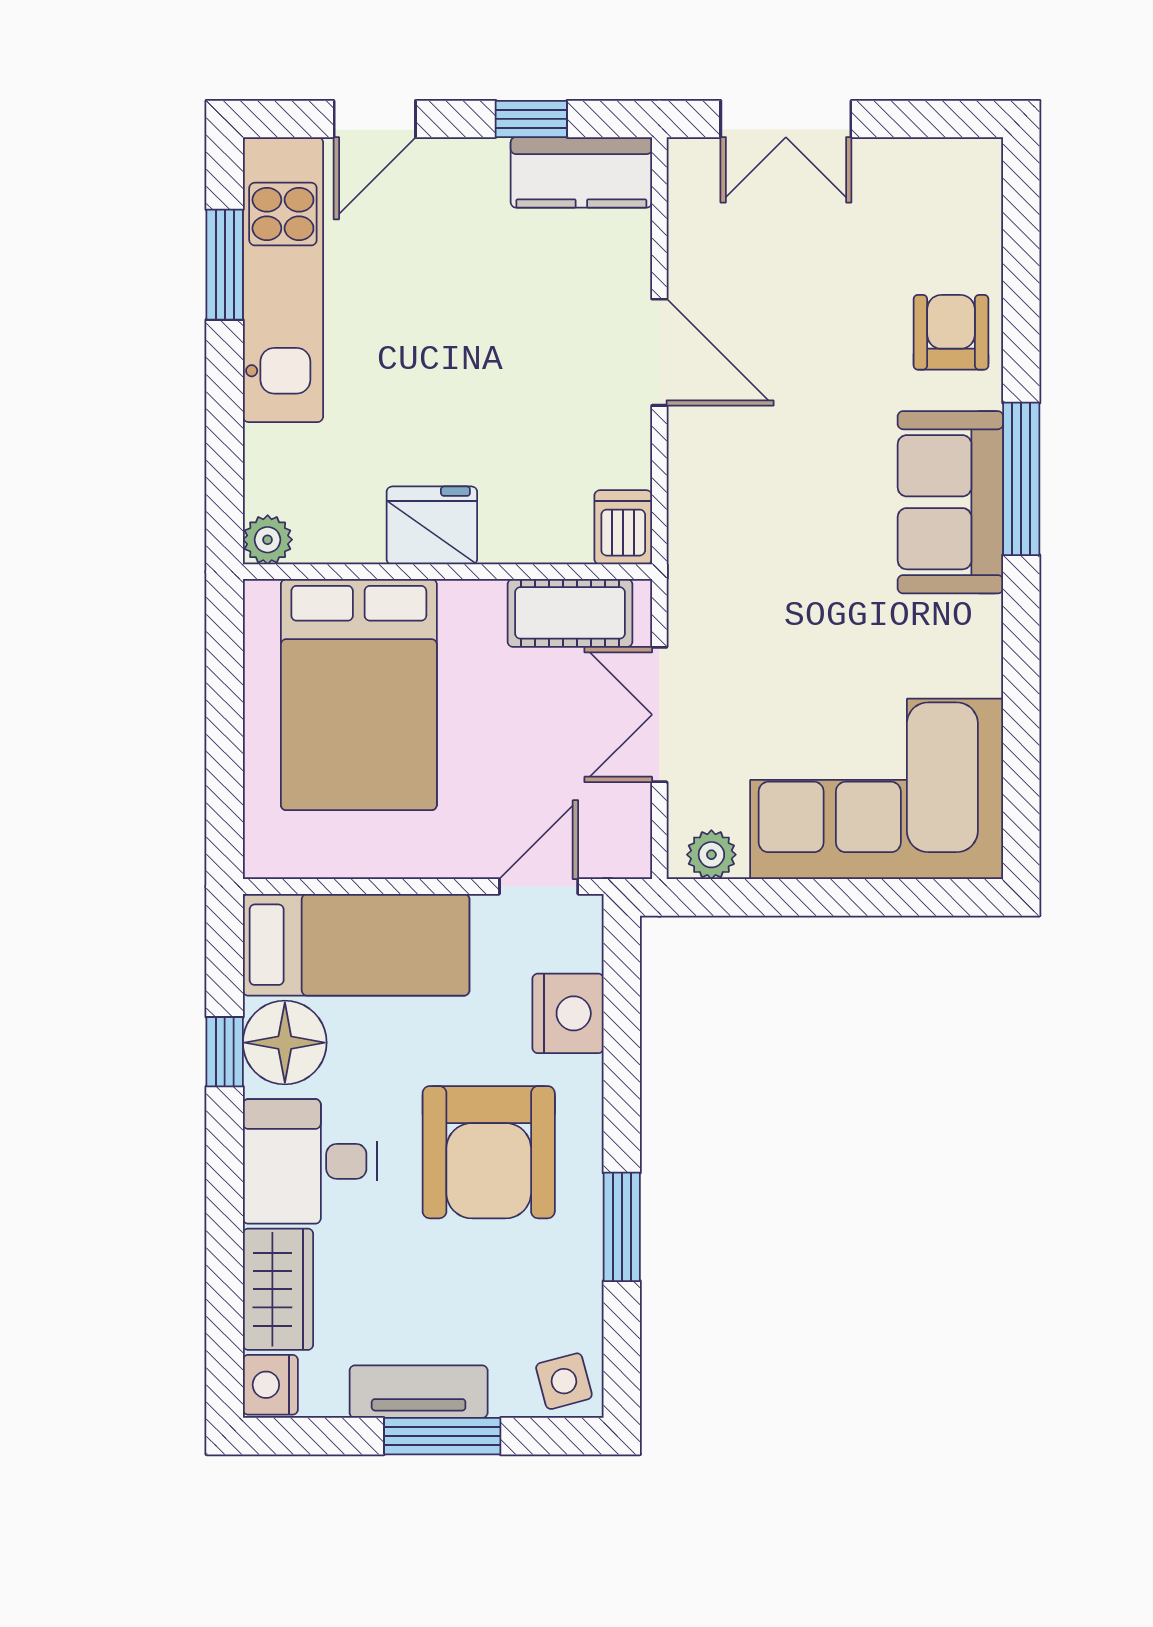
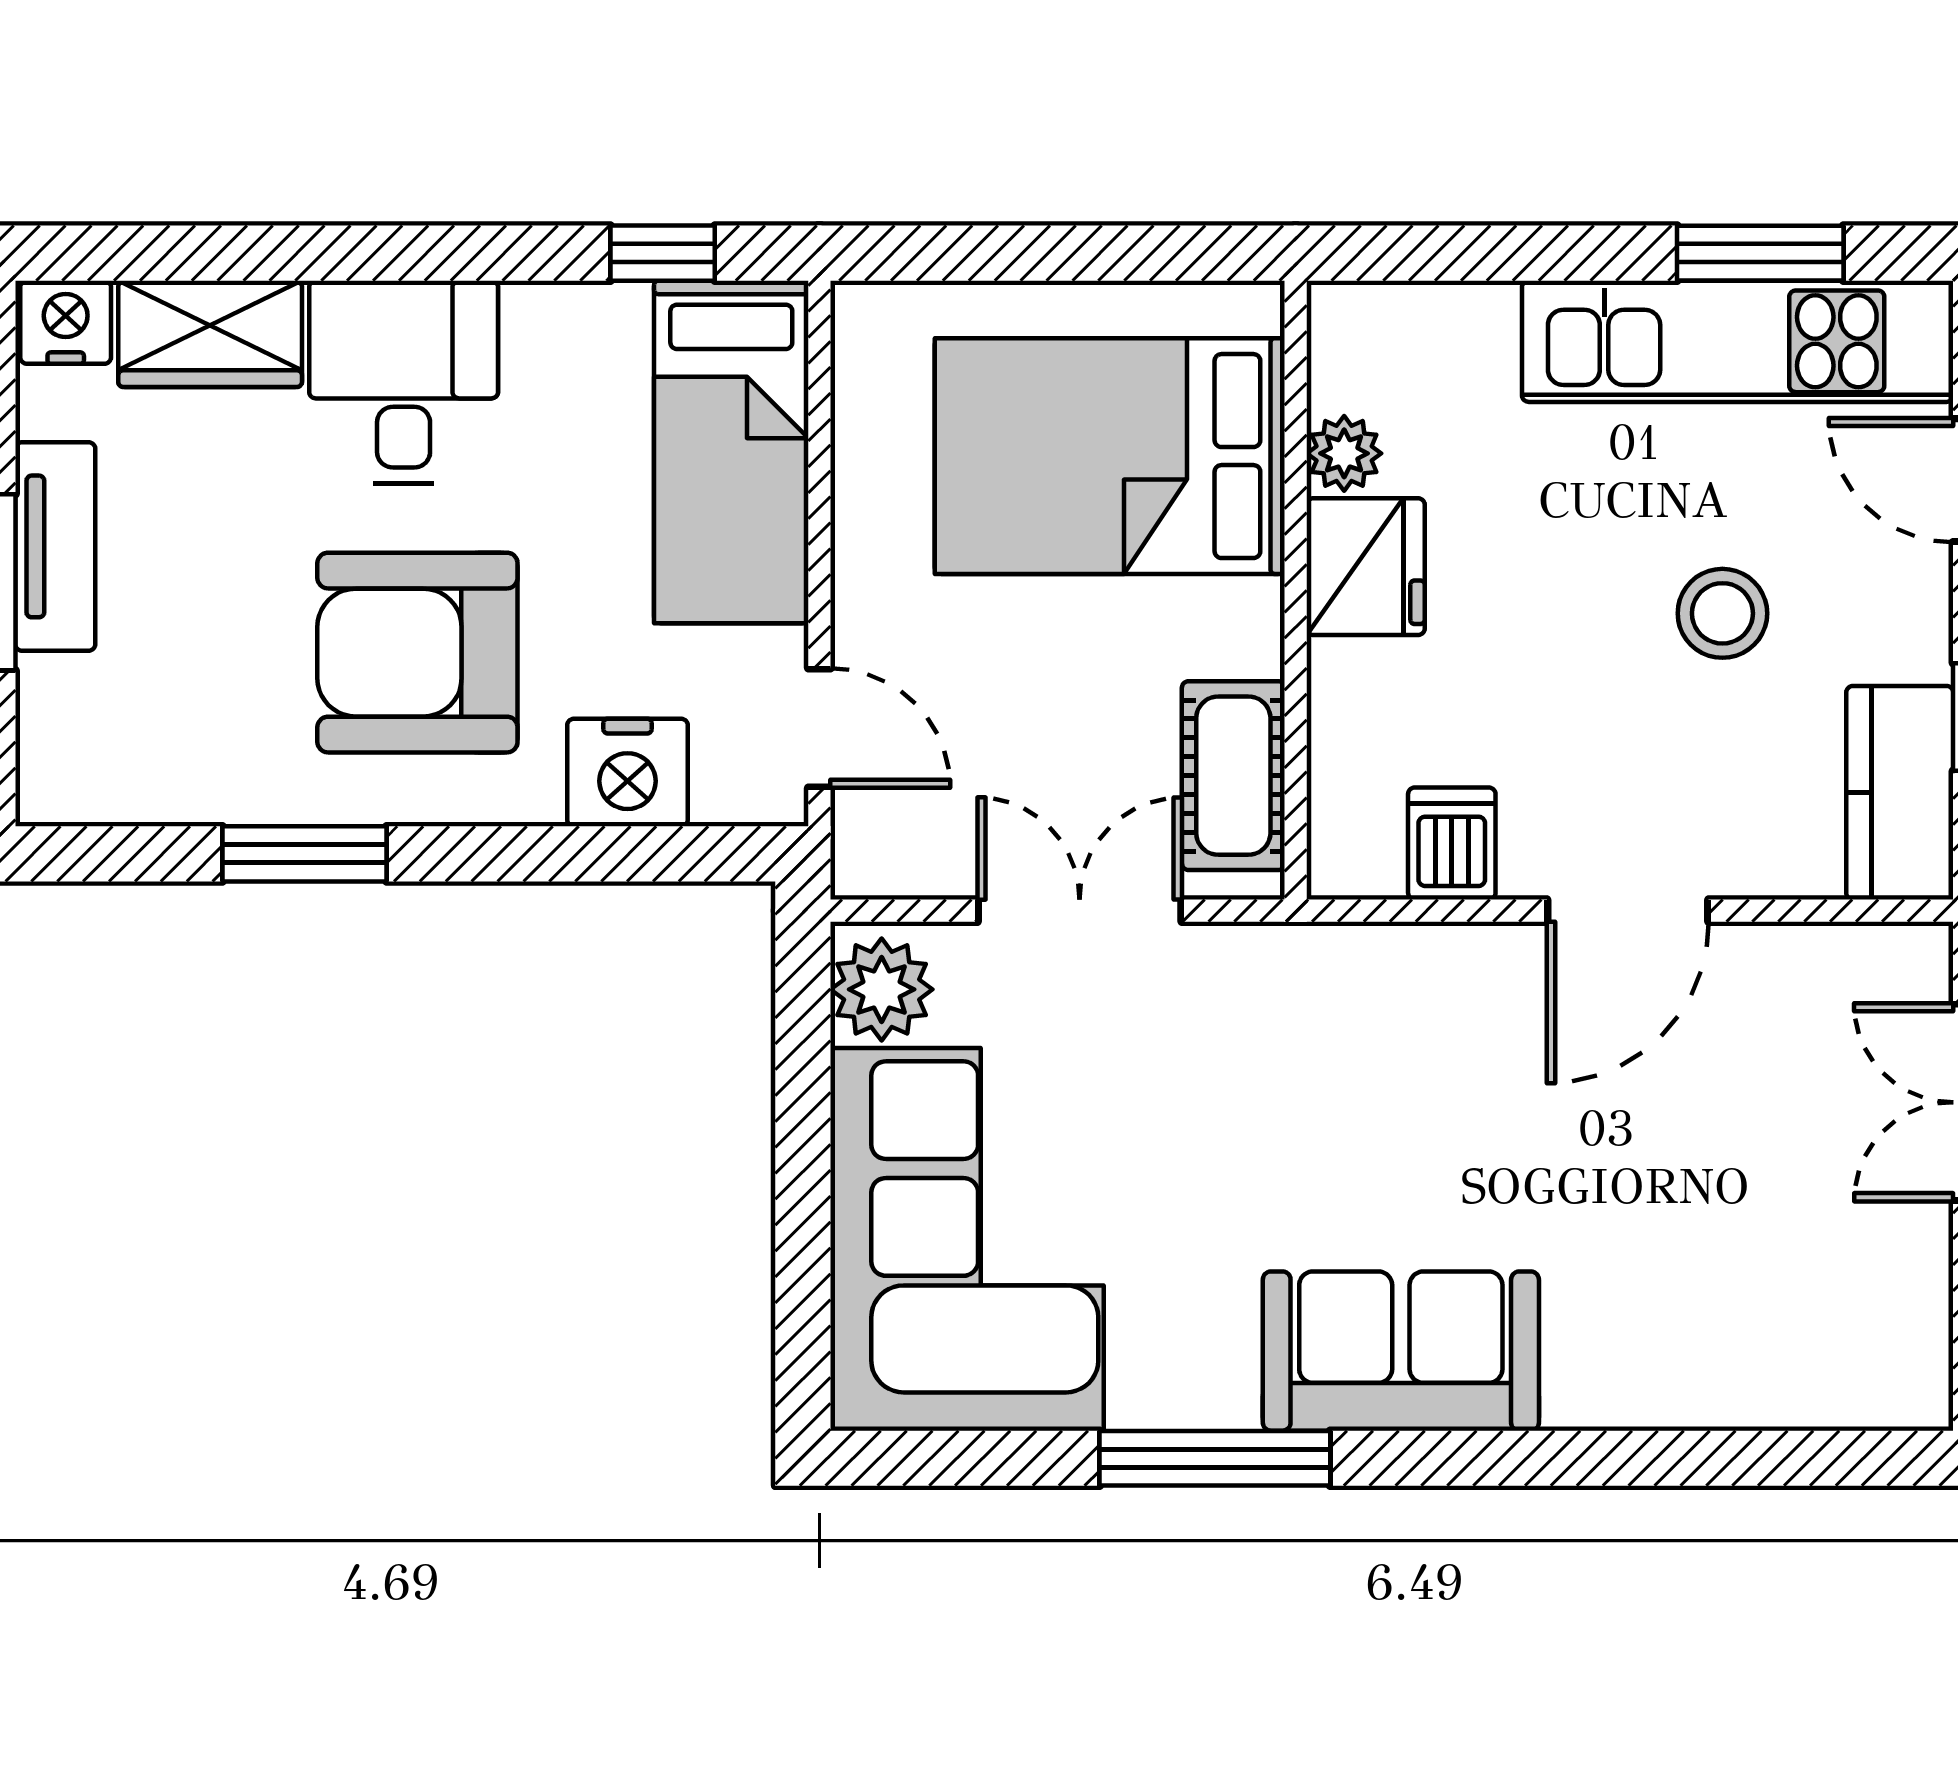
stool: (463, 290) -> (1722, 613), added
armchair: (951, 332) -> (1658, 1352), removed
window: (1021, 479) -> (1215, 1458), moved
dishwasher: (623, 527) -> (1452, 843), moved, turned -90
plant: (268, 540) -> (1344, 453), moved
plant: (711, 855) -> (882, 989), width x1.38, depth x1.38
floor lamp: (285, 1043) -> (583, 344), removed
window: (225, 1052) -> (663, 253), moved
side table: (564, 1381) -> (71, 766), removed

